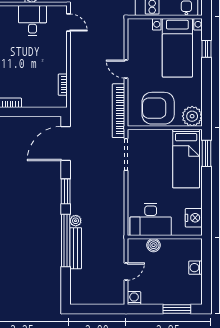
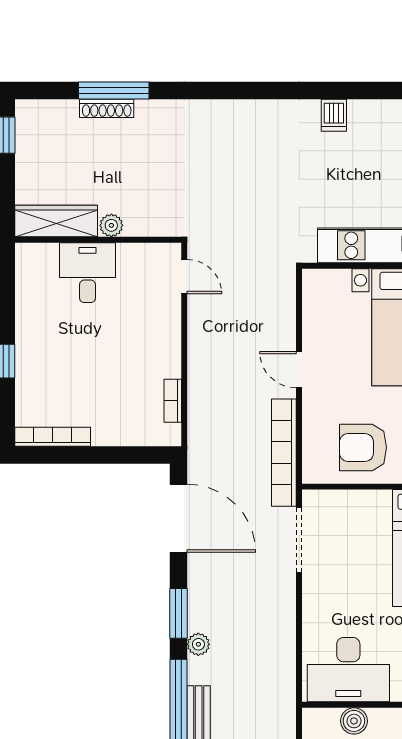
desk: (32, 21) -> (88, 273), moved
armchair: (158, 108) -> (363, 448), width x0.73, depth x0.73
door: (66, 144) -> (179, 518), swing flipped
plant: (76, 221) -> (198, 644), moved

